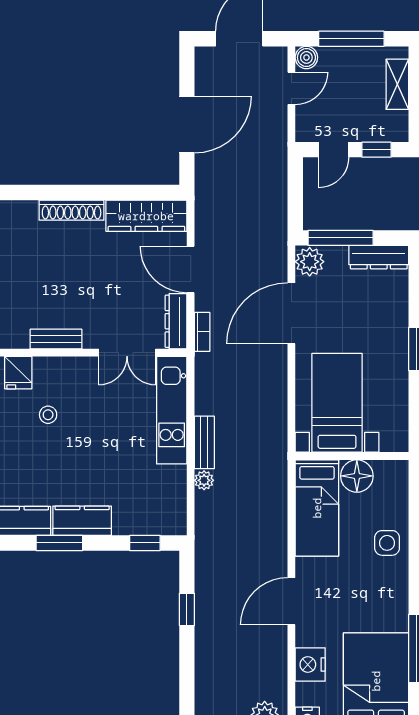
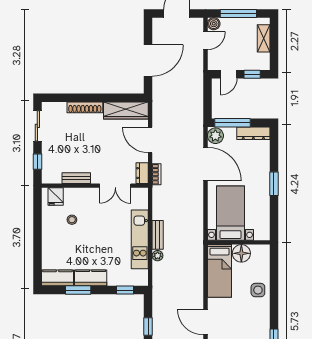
door: (291, 313) -> (205, 164), swing flipped
dresser: (176, 321) -> (142, 173), width x0.70
kitchen unit: (172, 410) -> (140, 239), moved
door: (291, 601) -> (205, 322), hinge flipped

